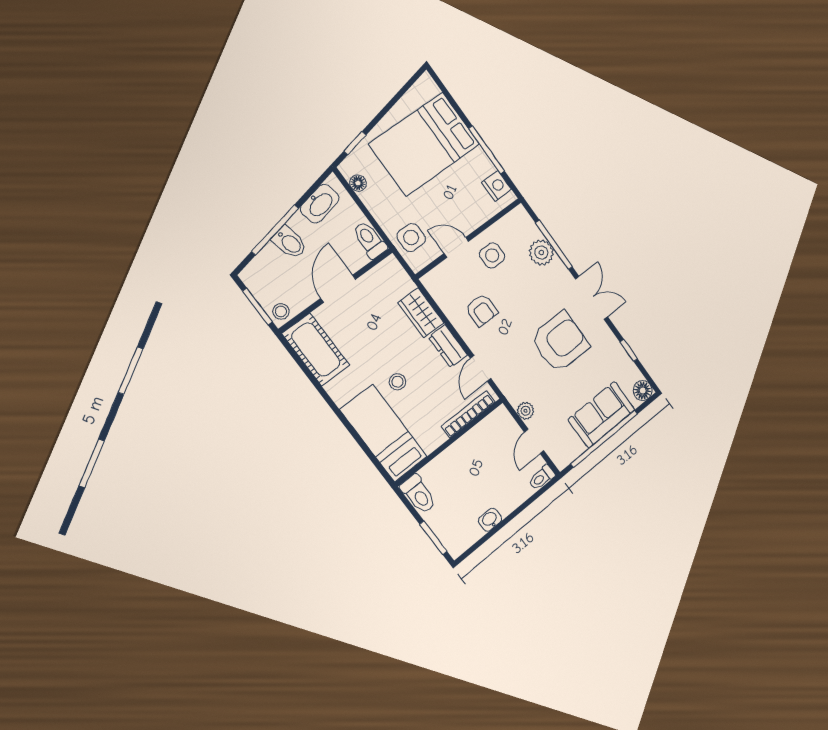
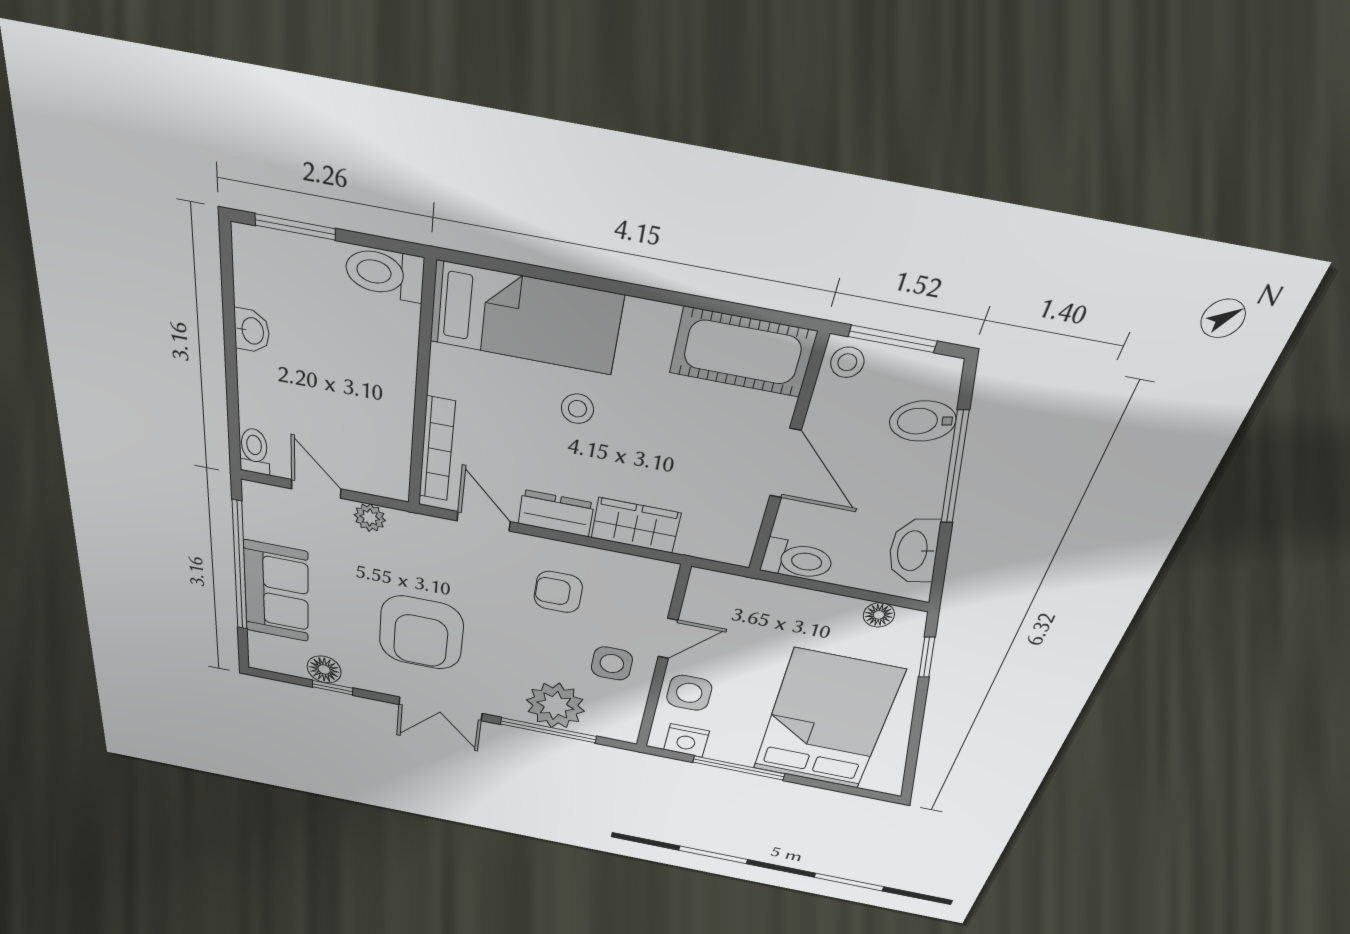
side table: (411, 238) -> (689, 693), moved
bidet: (290, 242) -> (923, 421), moved
plant: (541, 252) -> (555, 706), width x1.36, depth x1.36
floor lamp: (643, 391) -> (324, 669), moved

